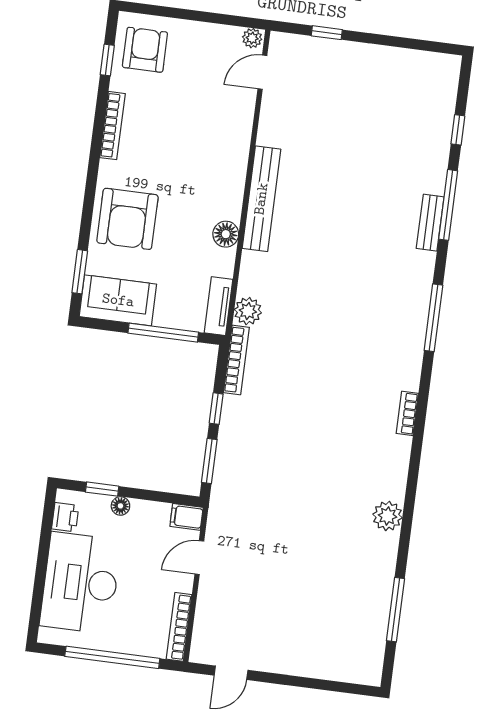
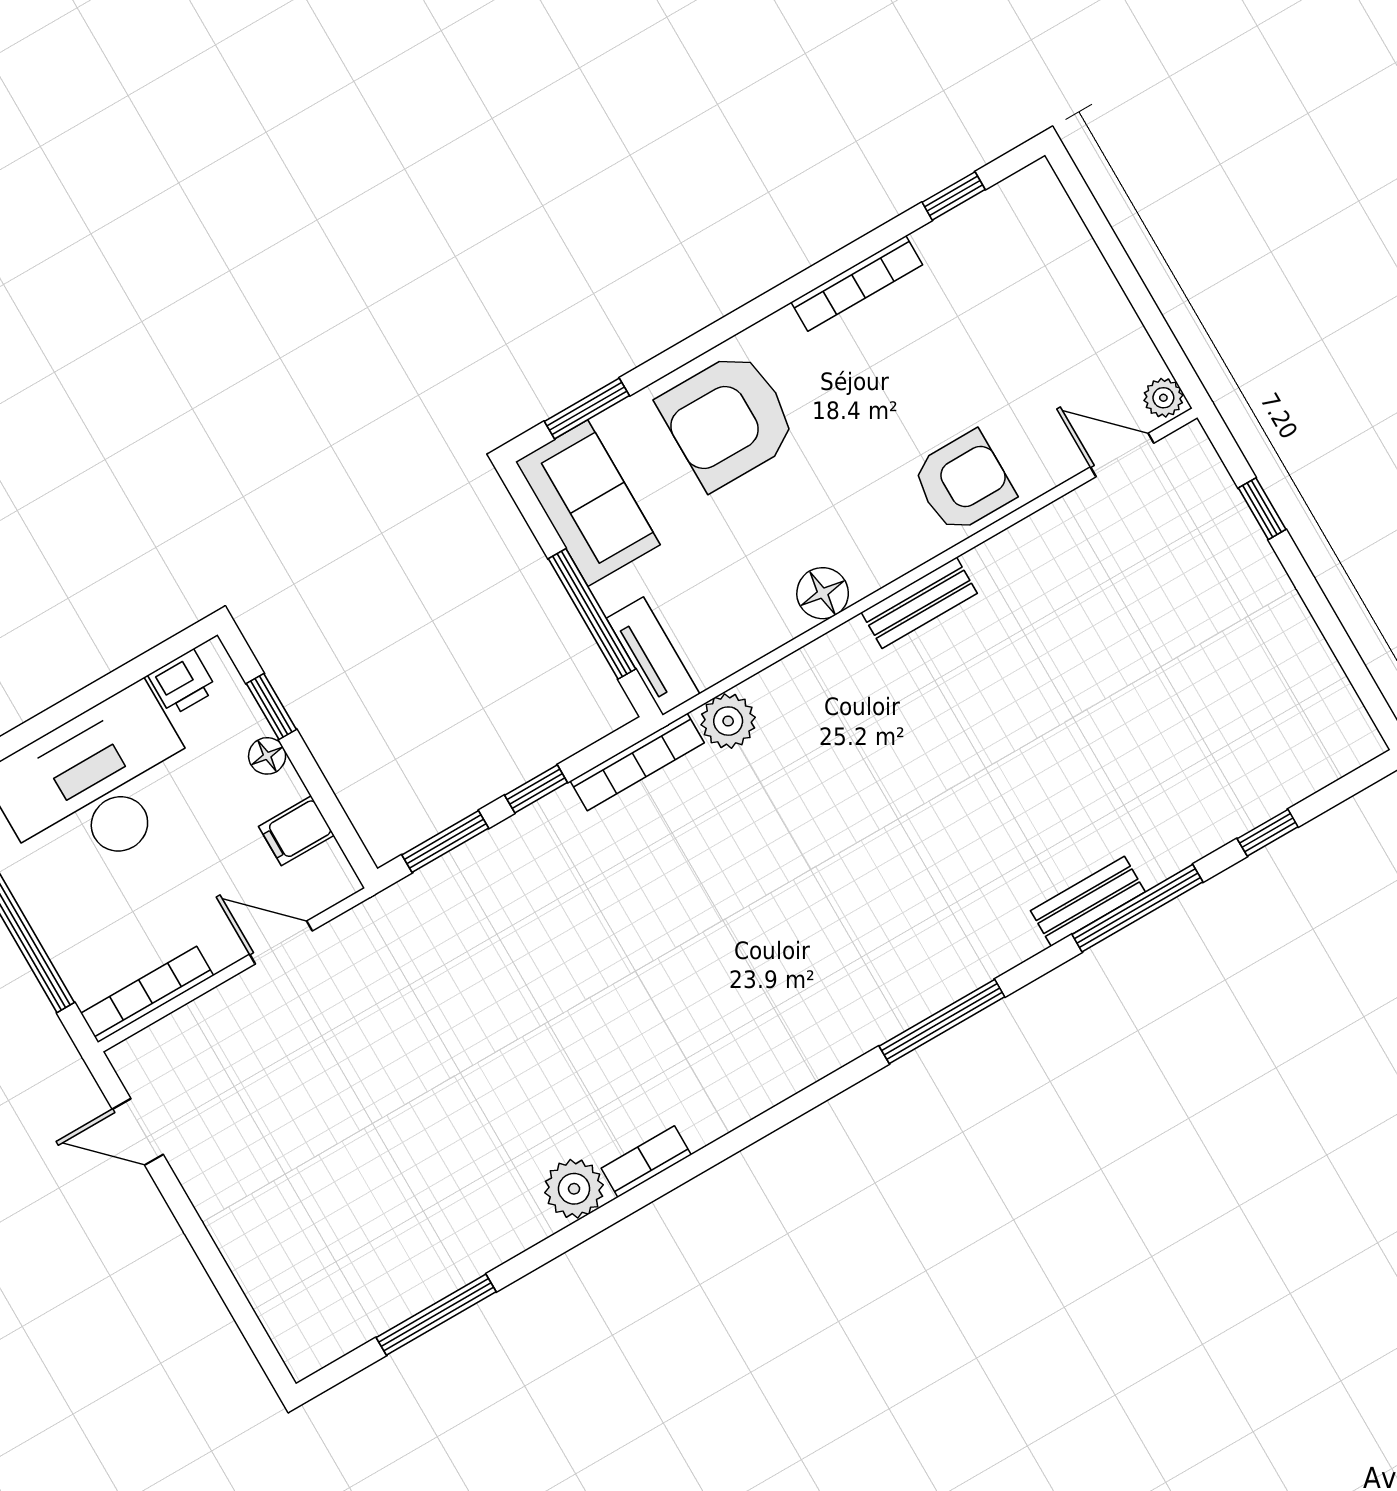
armchair: (145, 50) -> (963, 482), moved
bench: (261, 199) -> (919, 603), width x0.54, depth x0.82
tv unit: (219, 306) -> (653, 656), moved, turned 90
bookcase: (407, 413) -> (646, 1162), moved
filing cabinet: (187, 517) -> (296, 831), moved, turned -90

